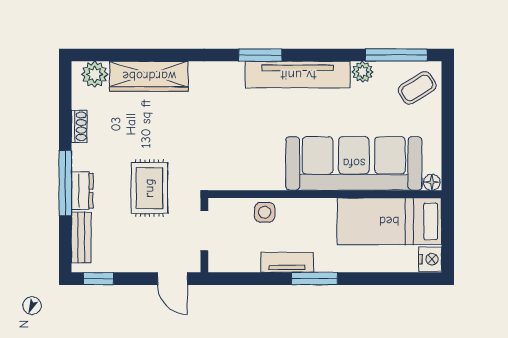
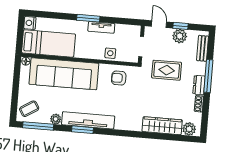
window: (260, 55) -> (82, 130), moved
armchair: (244, 164) -> (119, 78), added
rug: (149, 188) -> (167, 70), turned 90
dresser: (82, 191) -> (199, 85), moved
plant: (129, 258) -> (180, 36), added
window: (98, 279) -> (180, 26), moved

